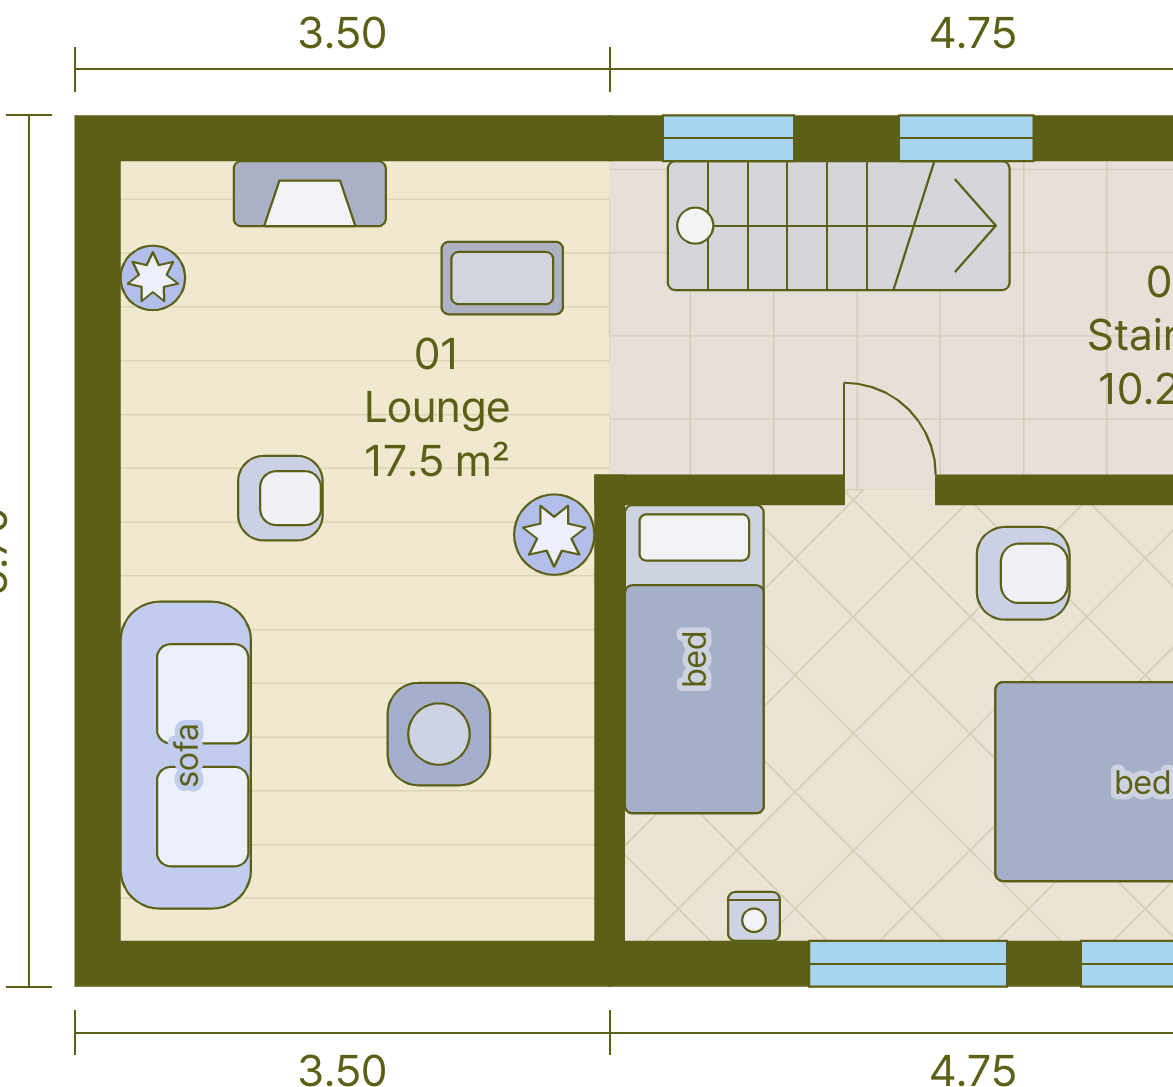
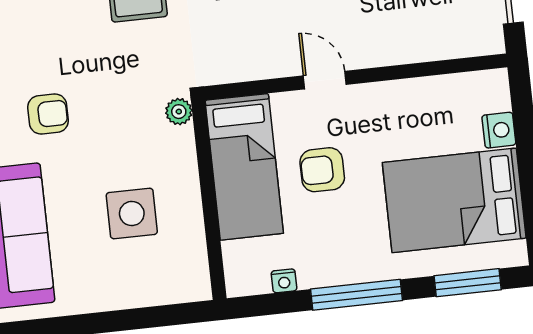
plant: (554, 535) -> (179, 112), width x0.73, depth x0.73
armchair: (1023, 573) -> (322, 170), moved, turned 180

